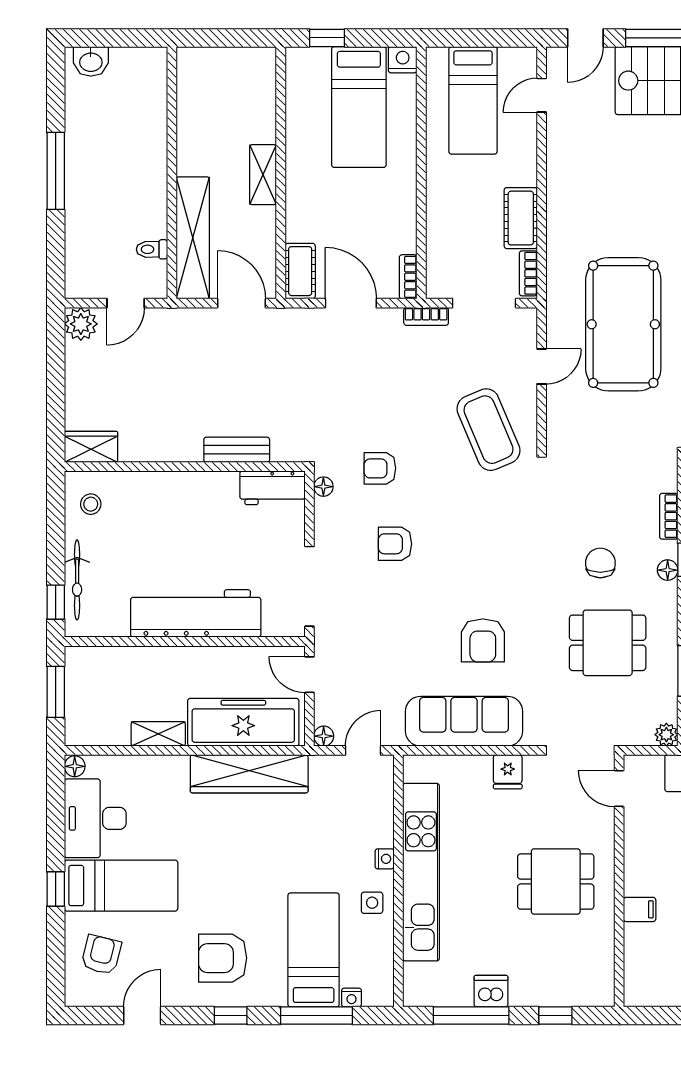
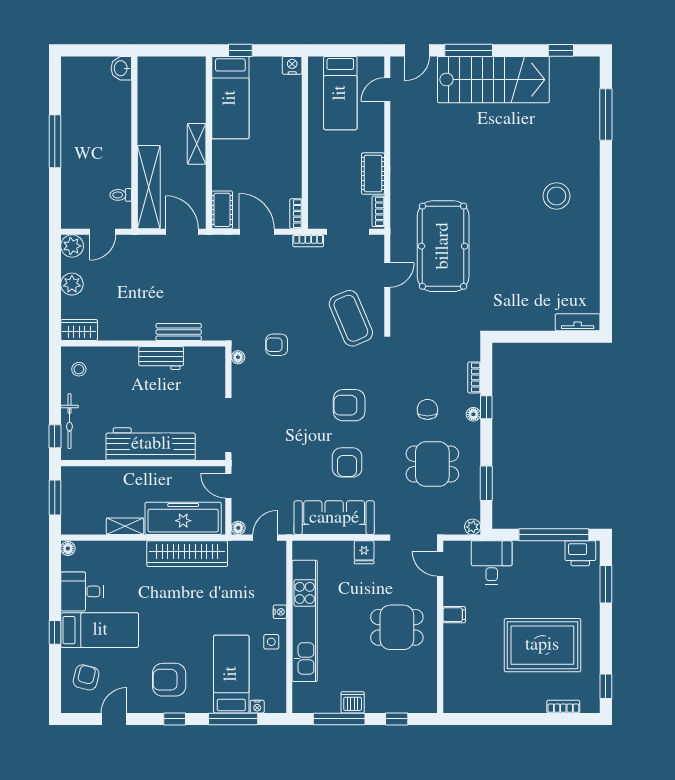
washbasin: (91, 61) -> (121, 68), moved, turned 90
bed: (359, 107) -> (230, 98), moved
plant: (81, 380) -> (72, 284), added
workbench: (272, 488) -> (161, 358), moved
armchair: (395, 544) -> (349, 405), moved, width x1.38, depth x1.38
desk: (95, 818) -> (82, 591), width x0.73
filing cabinet: (640, 909) -> (454, 615), moved

